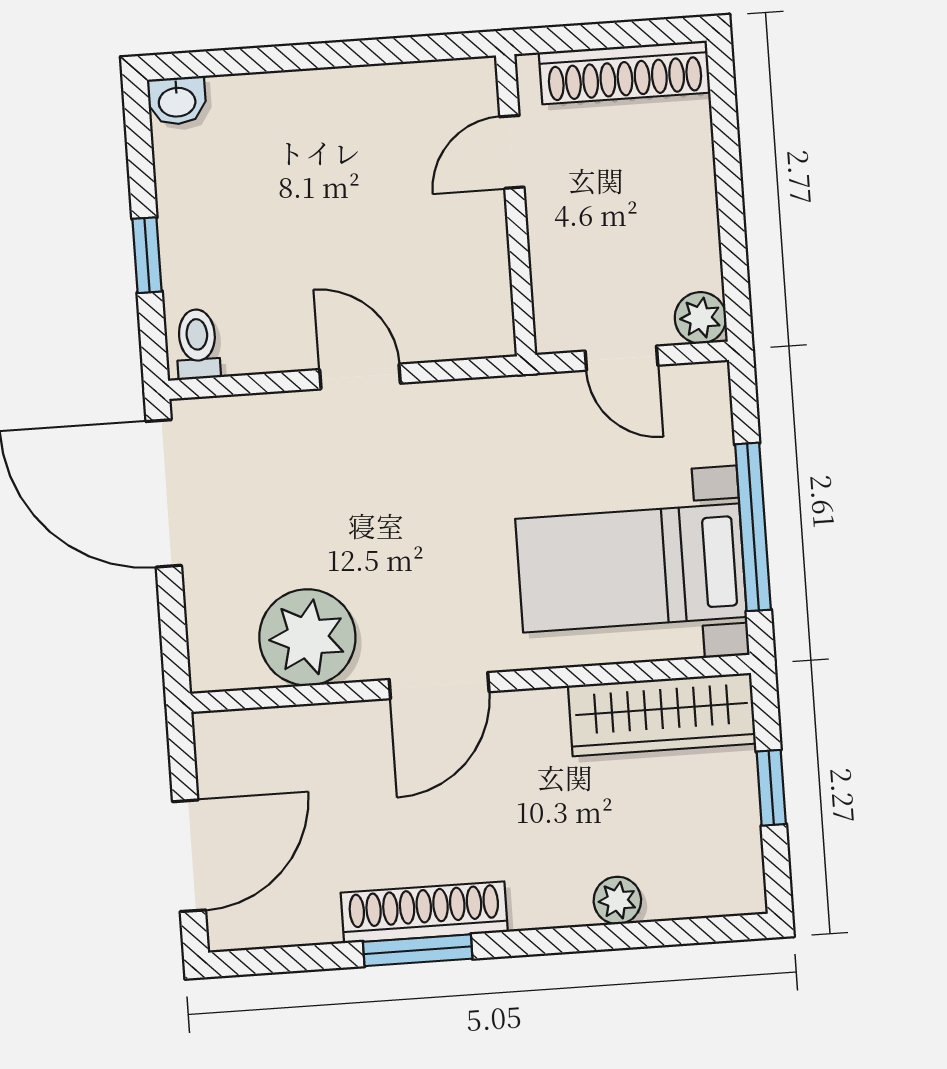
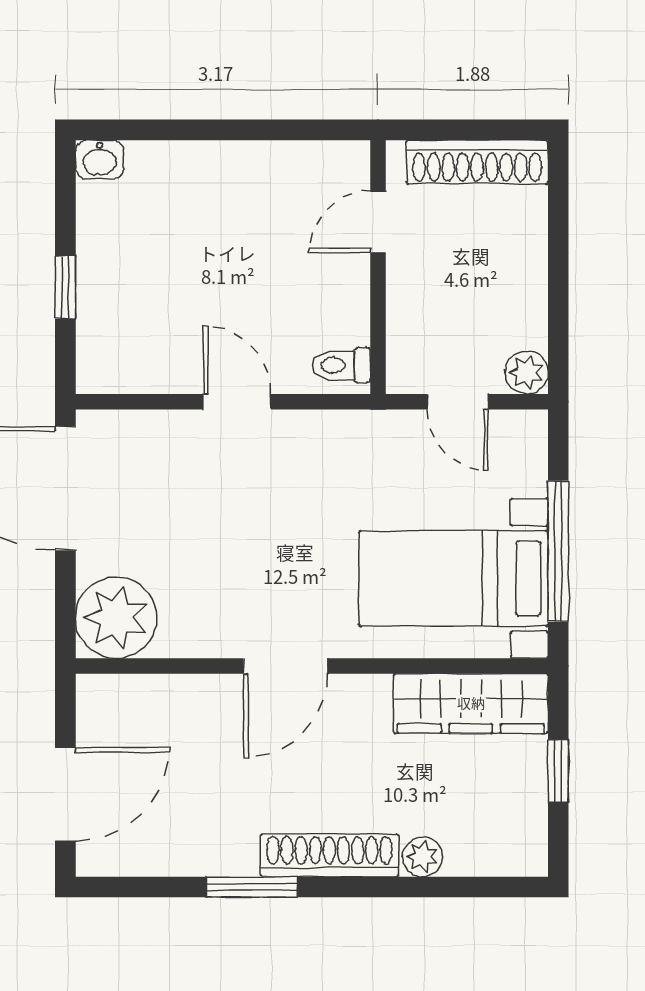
toilet: (198, 344) -> (341, 365), moved, turned -90
plant: (307, 637) -> (116, 618), moved
shoe rack: (424, 912) -> (329, 855), moved

